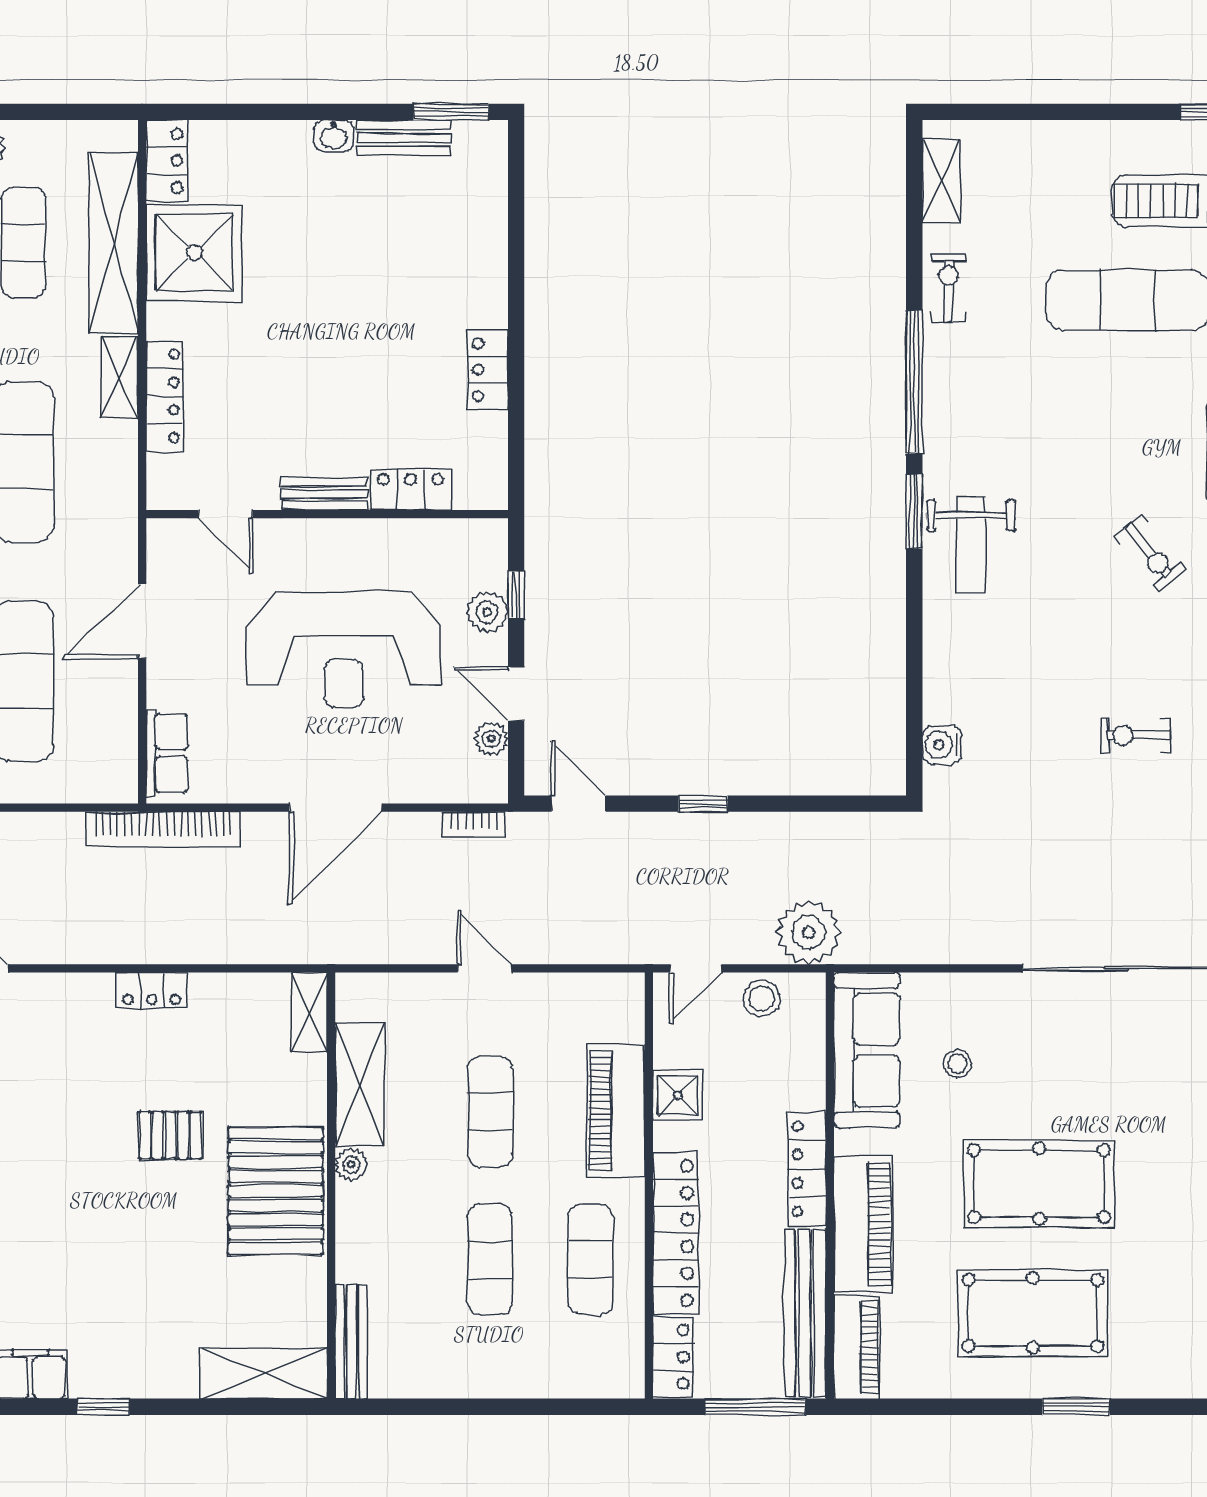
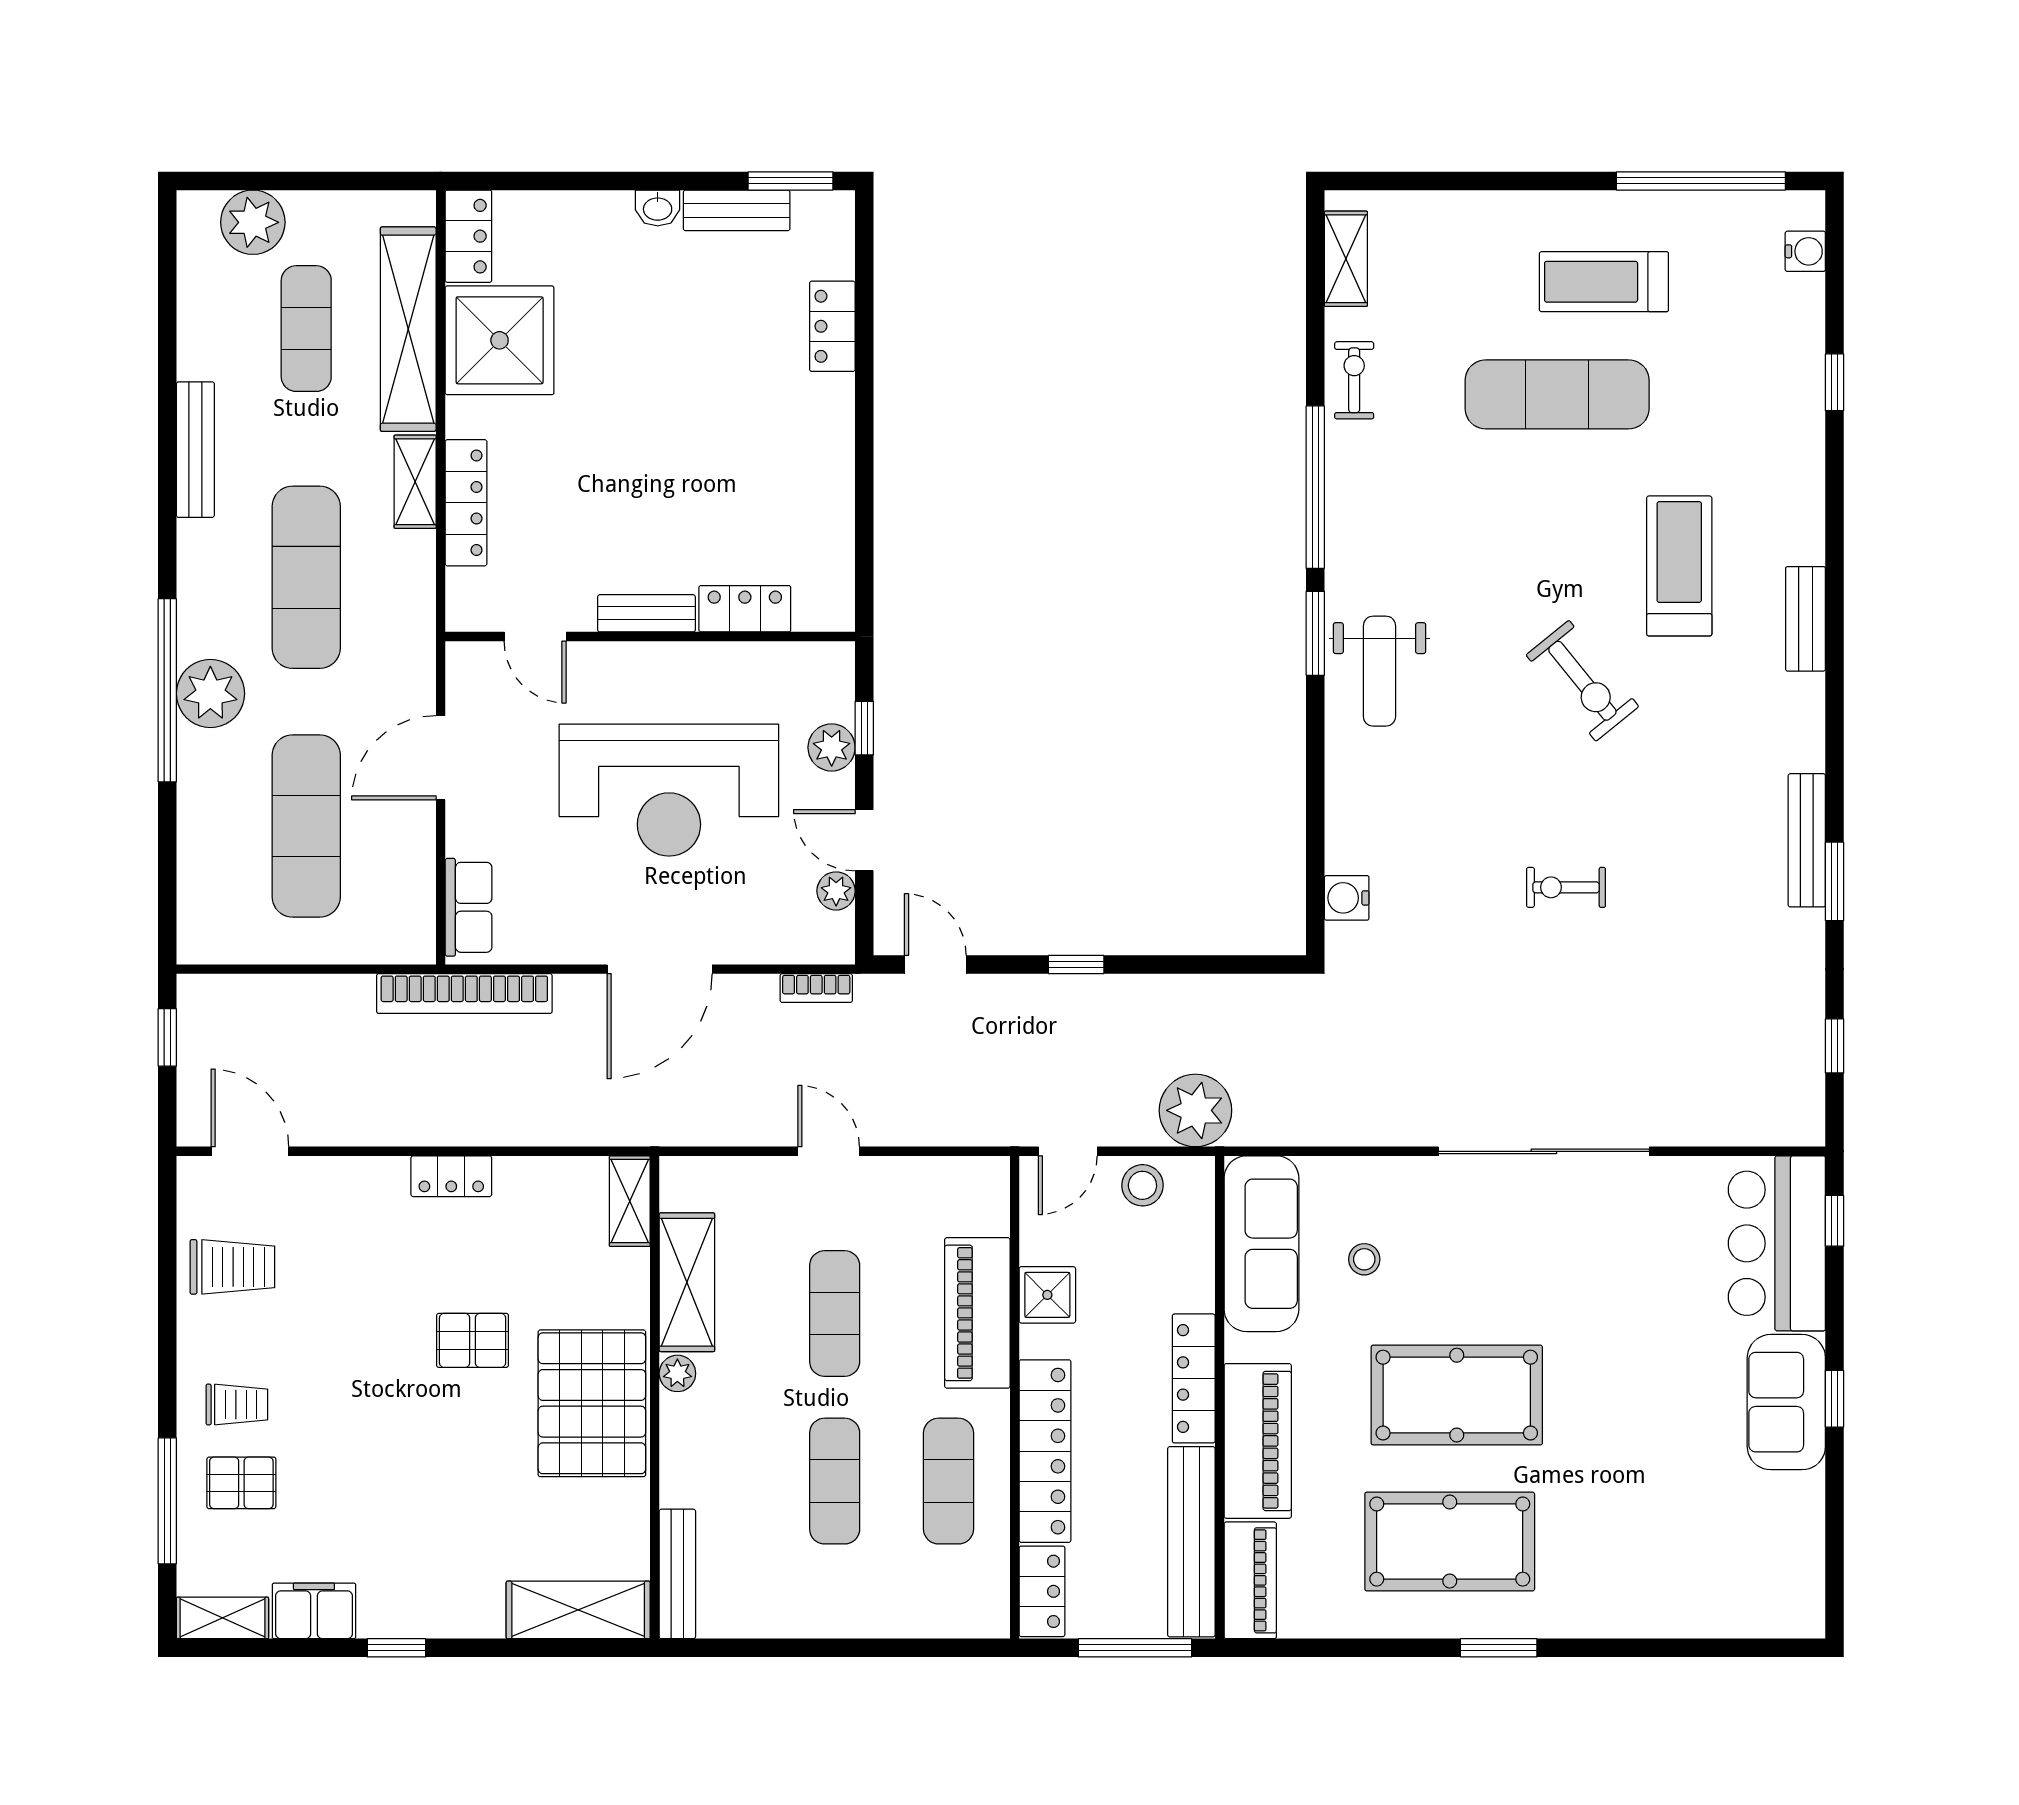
locker: (488, 370) -> (832, 326), moved
exercise bike: (1150, 553) -> (1582, 681), width x1.38, depth x1.39

